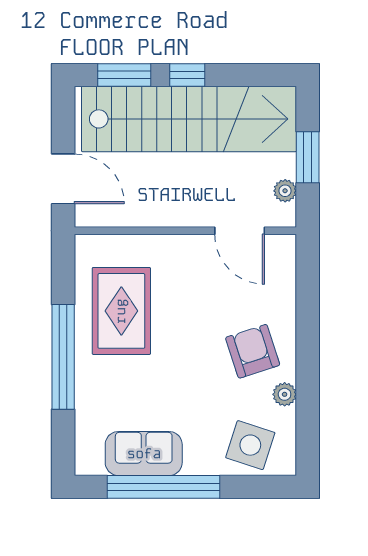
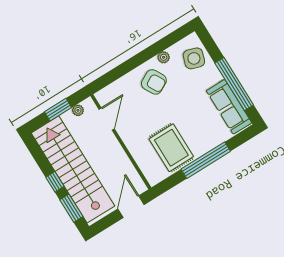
rug: (121, 311) -> (171, 148), turned 90
armchair: (253, 351) -> (154, 82), turned -101
sofa: (144, 454) -> (229, 107), width x1.36

